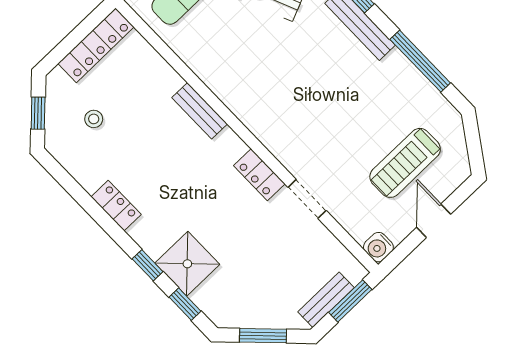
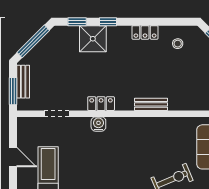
stool: (94, 119) -> (178, 44), moved
doorway: (307, 199) -> (57, 114), moved
water cooler: (378, 247) -> (98, 124), moved
window: (263, 336) -> (33, 41), width x1.44

